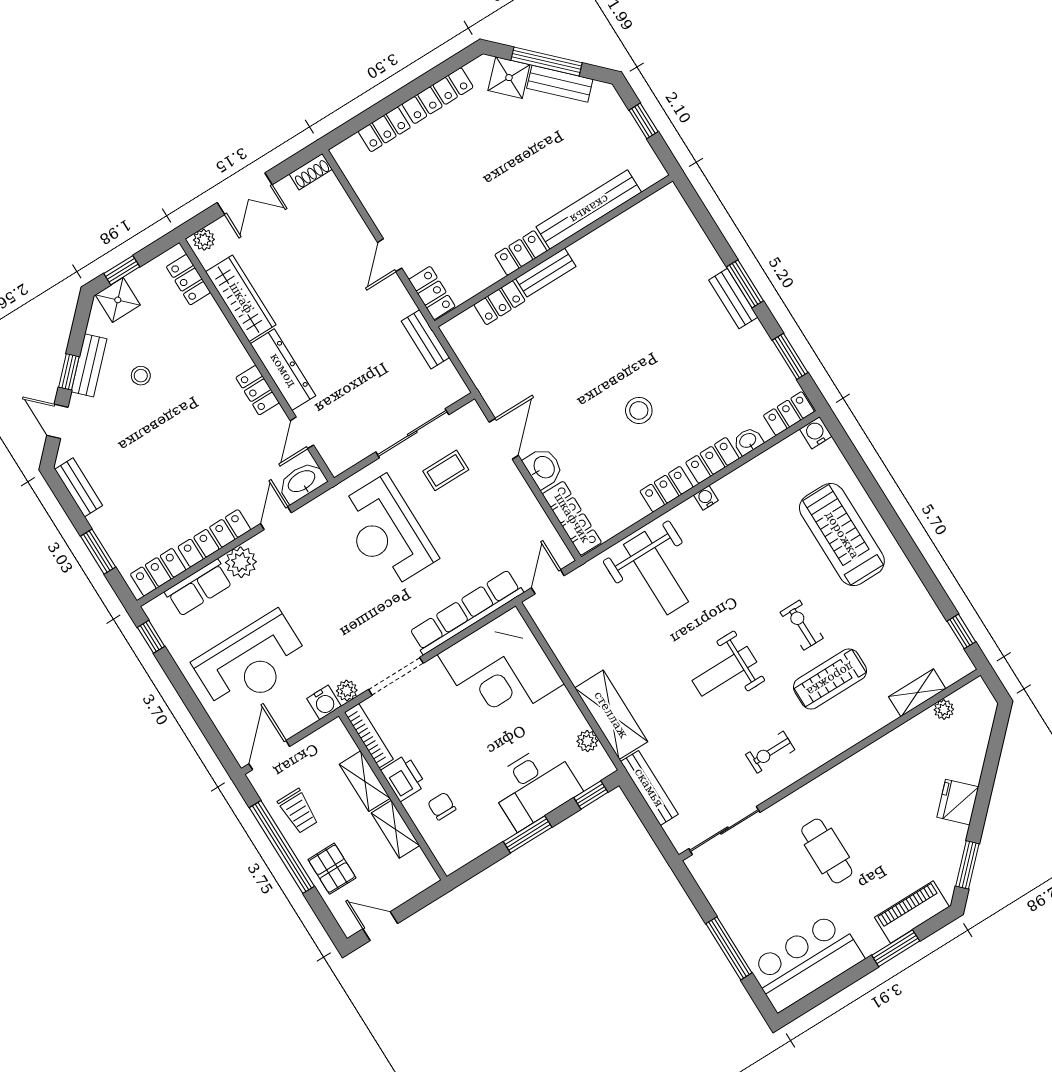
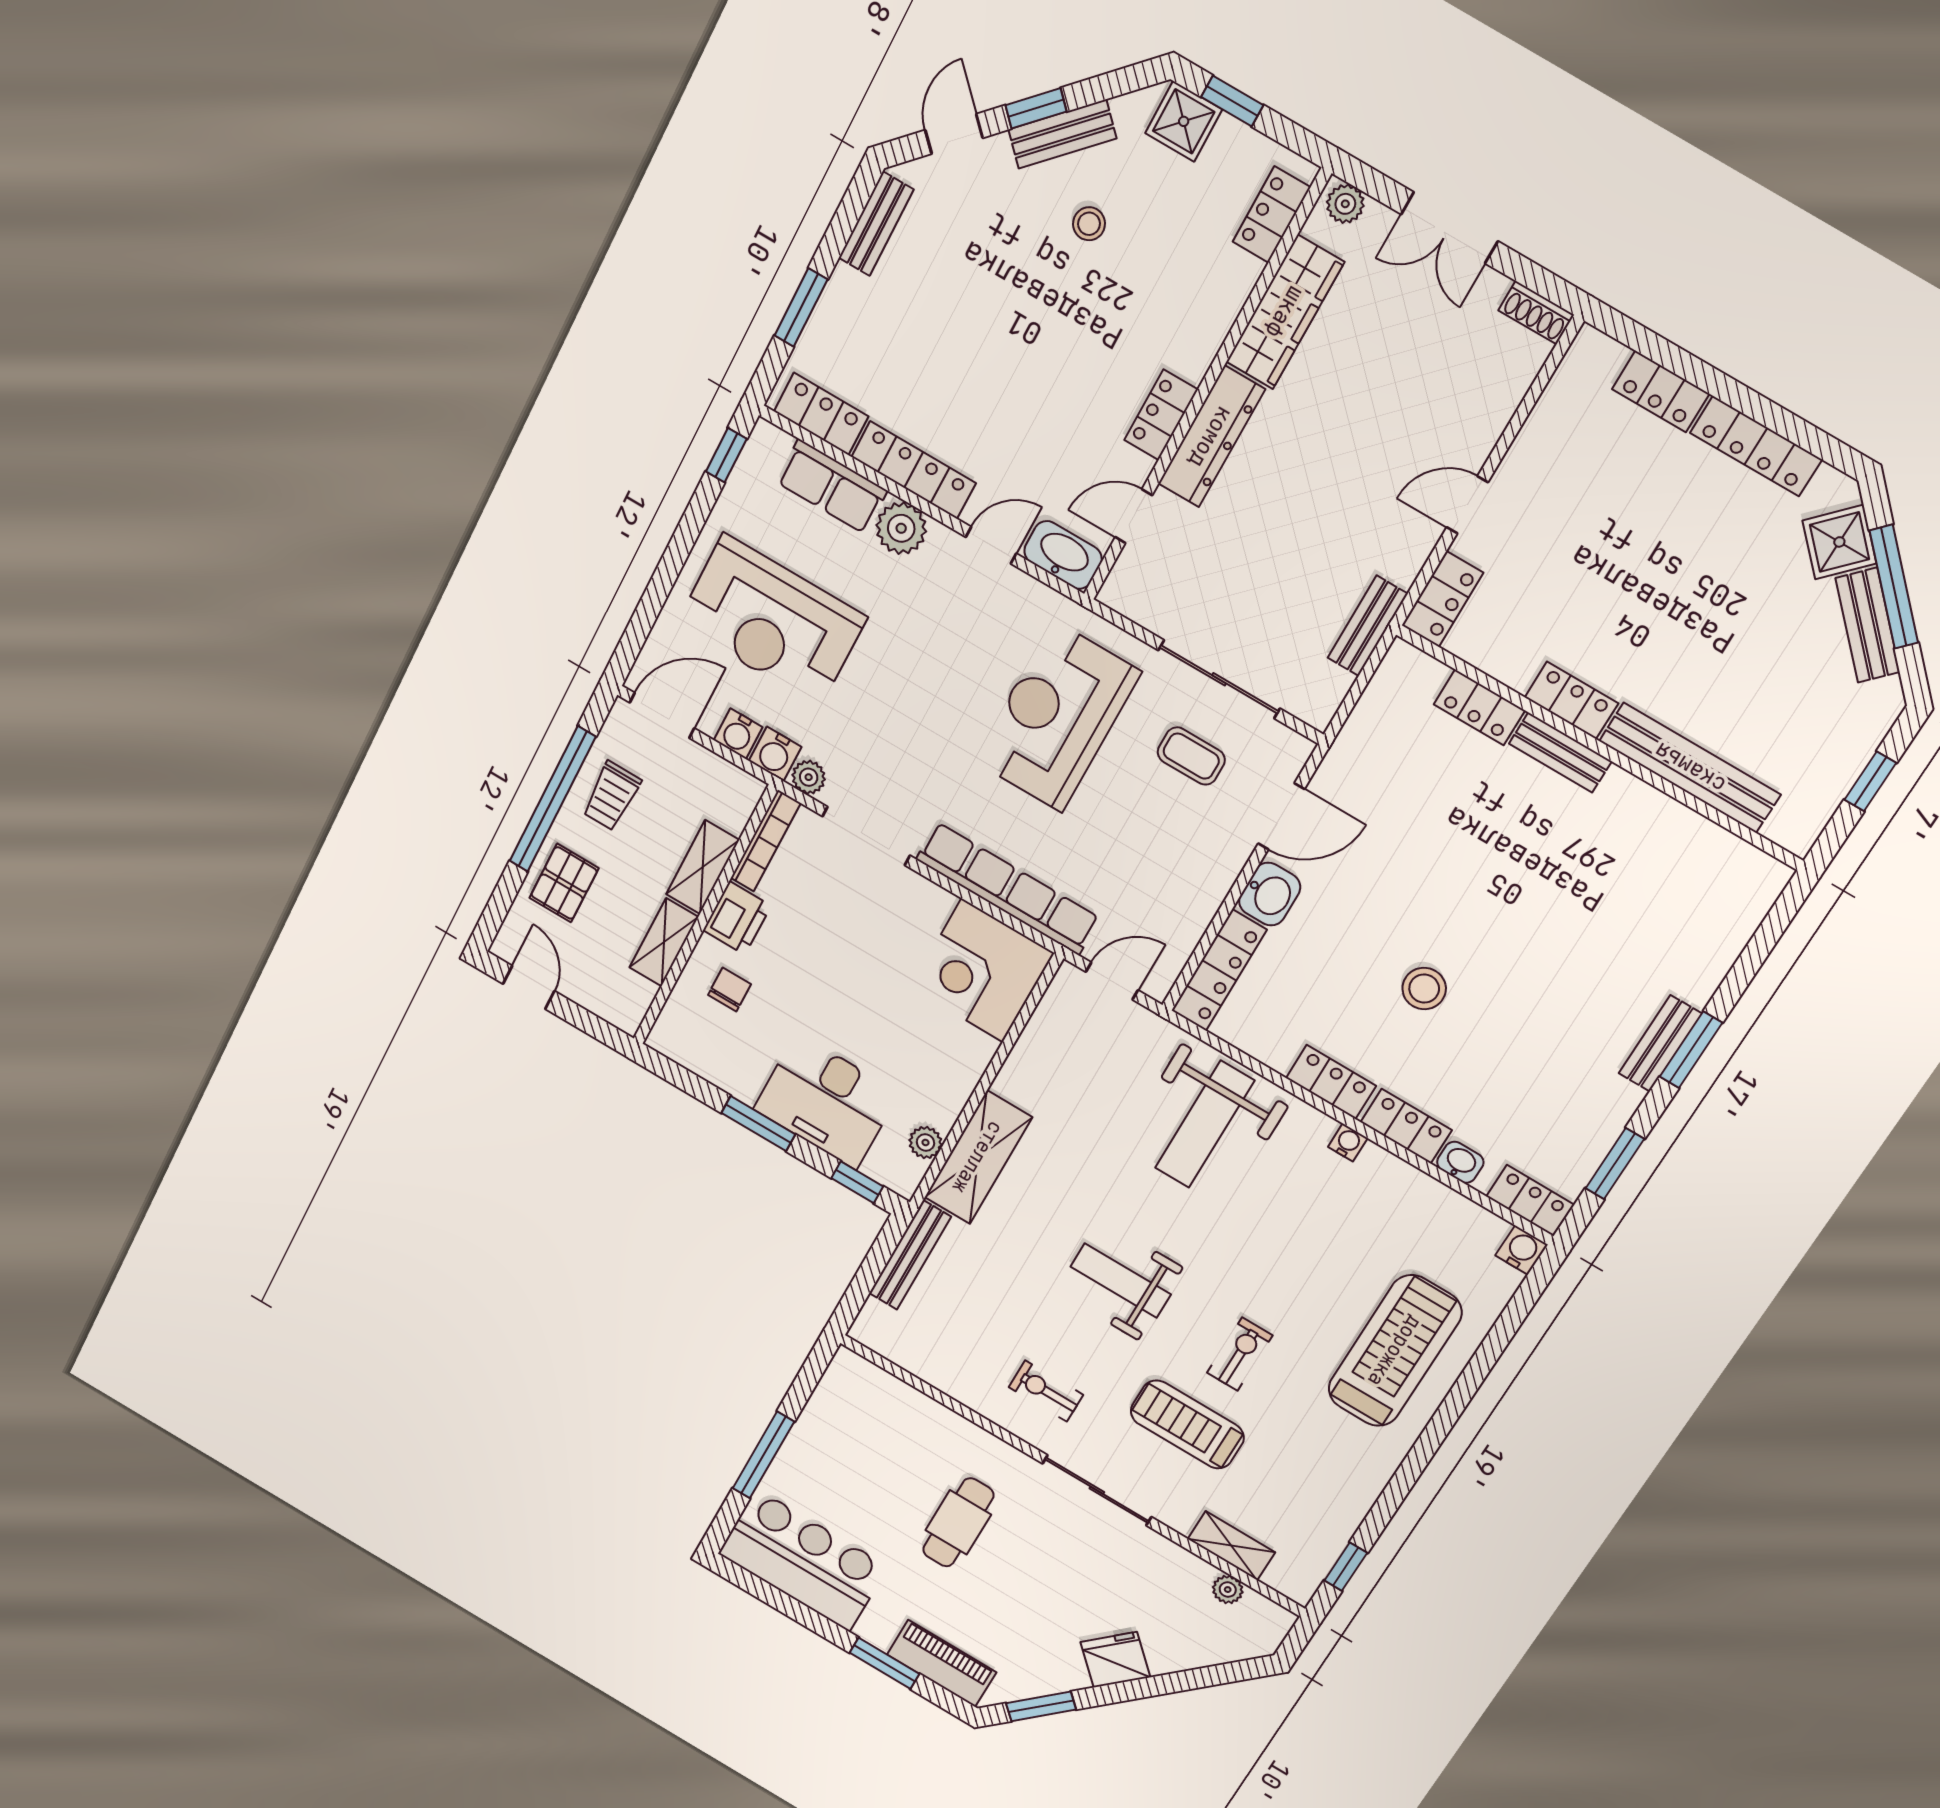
corner desk: (501, 669) -> (982, 970), width x0.74, depth x0.74
water cooler: (302, 717) -> (738, 734), added
sliding door: (724, 831) -> (1097, 1490), moved

